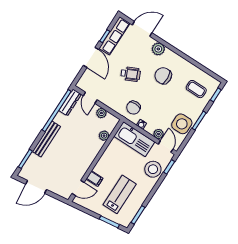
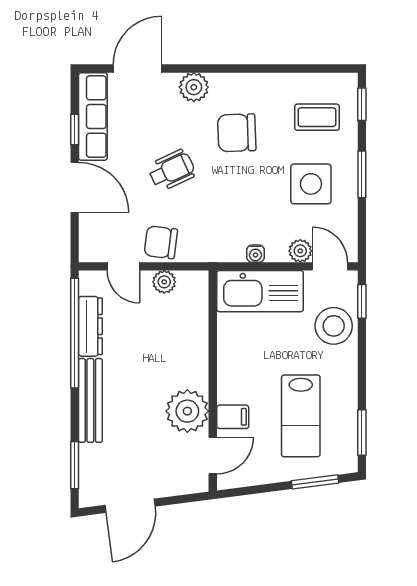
dresser: (70, 102) -> (90, 326), moved
chair: (133, 108) -> (161, 242), moved, turned 97
side table: (182, 124) -> (311, 184), moved
plant: (104, 136) -> (187, 411), moved, width x1.87, depth x1.87
lab bench: (120, 194) -> (301, 416), turned 180

